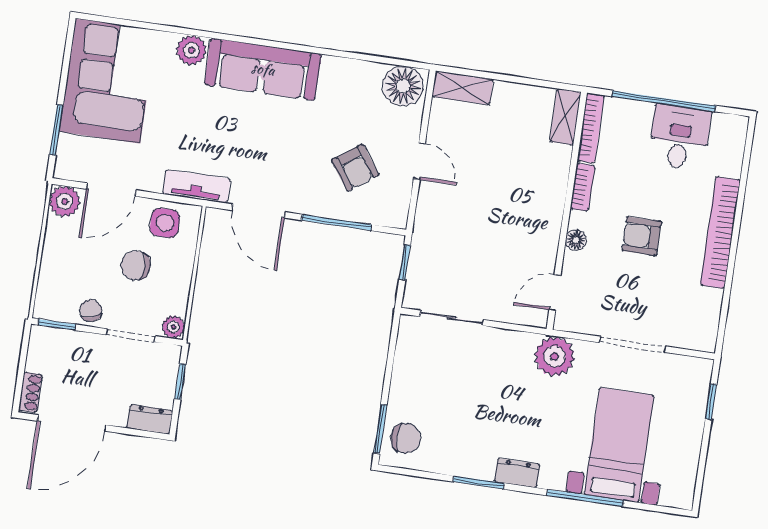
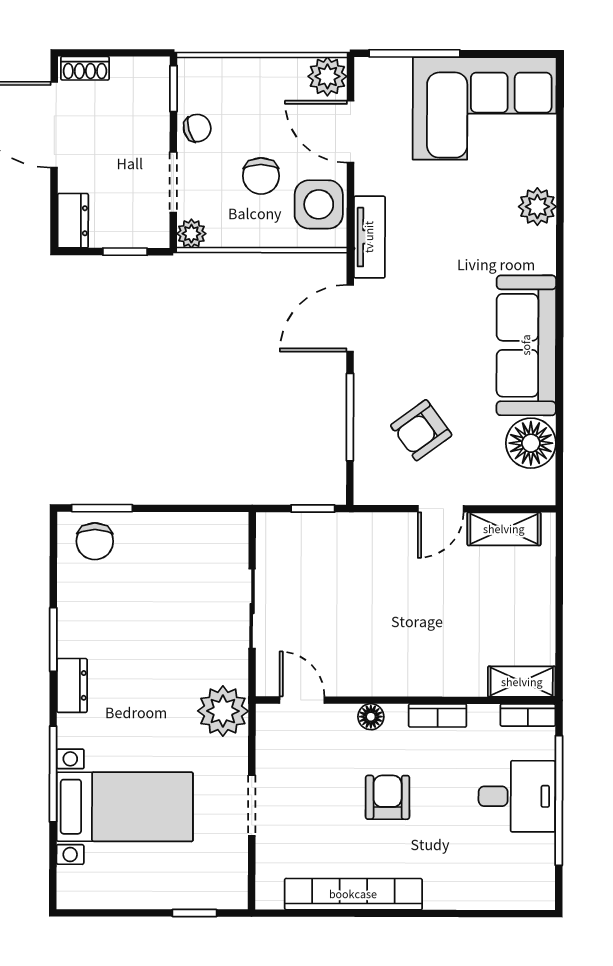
sofa: (263, 69) -> (526, 345), moved
floor lamp: (403, 86) -> (531, 443), moved
shelving: (463, 88) -> (504, 529), moved, turned 90
bookcase: (591, 128) -> (528, 715), width x0.64
window: (56, 130) -> (414, 53), width x1.44
desk: (680, 137) -> (517, 796), moved
side table: (165, 223) -> (319, 204), width x1.37, depth x1.37
bookcase: (720, 233) -> (353, 894), moved
chair: (136, 265) -> (261, 176), turned 180
sliding door: (452, 318) -> (252, 609), moved
doorway: (633, 344) -> (252, 805), width x0.73

